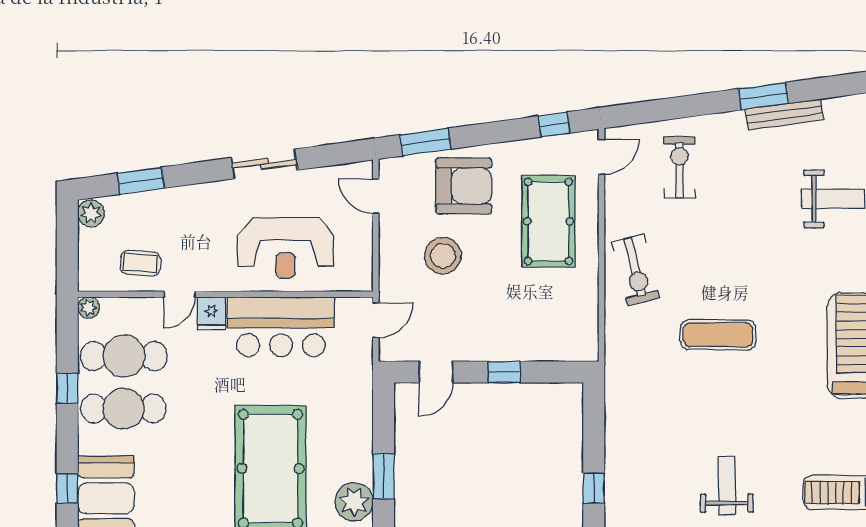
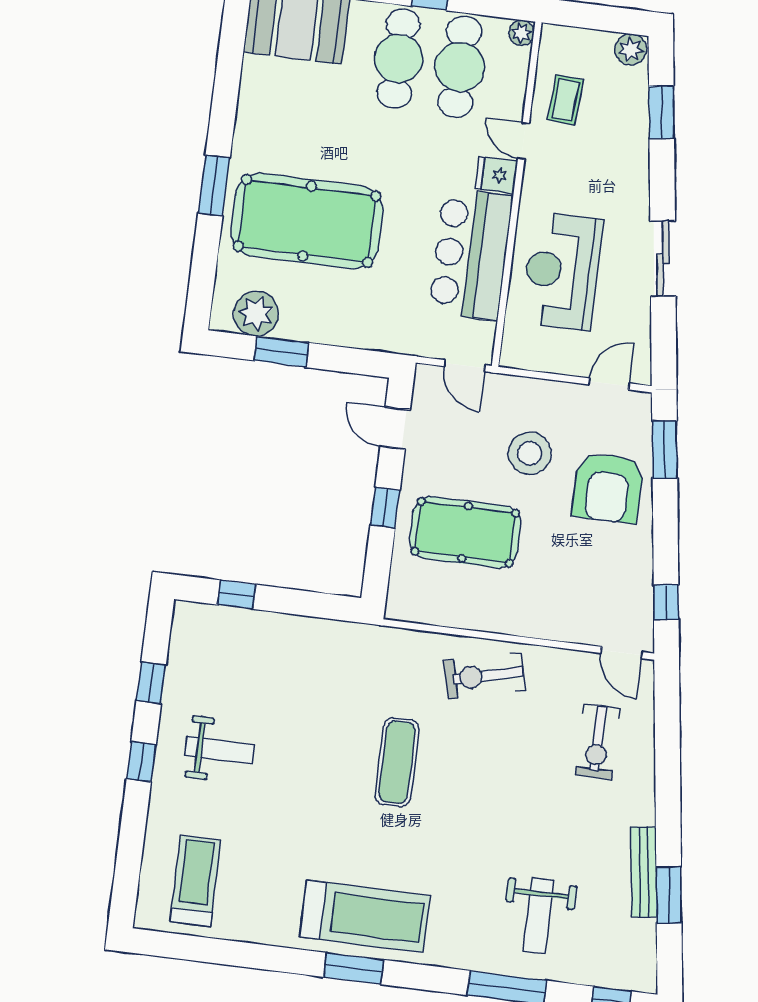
window: (763, 96) -> (669, 895), moved
exercise bike: (679, 167) -> (598, 742), turned 90
pool table: (548, 221) -> (465, 532), moved

